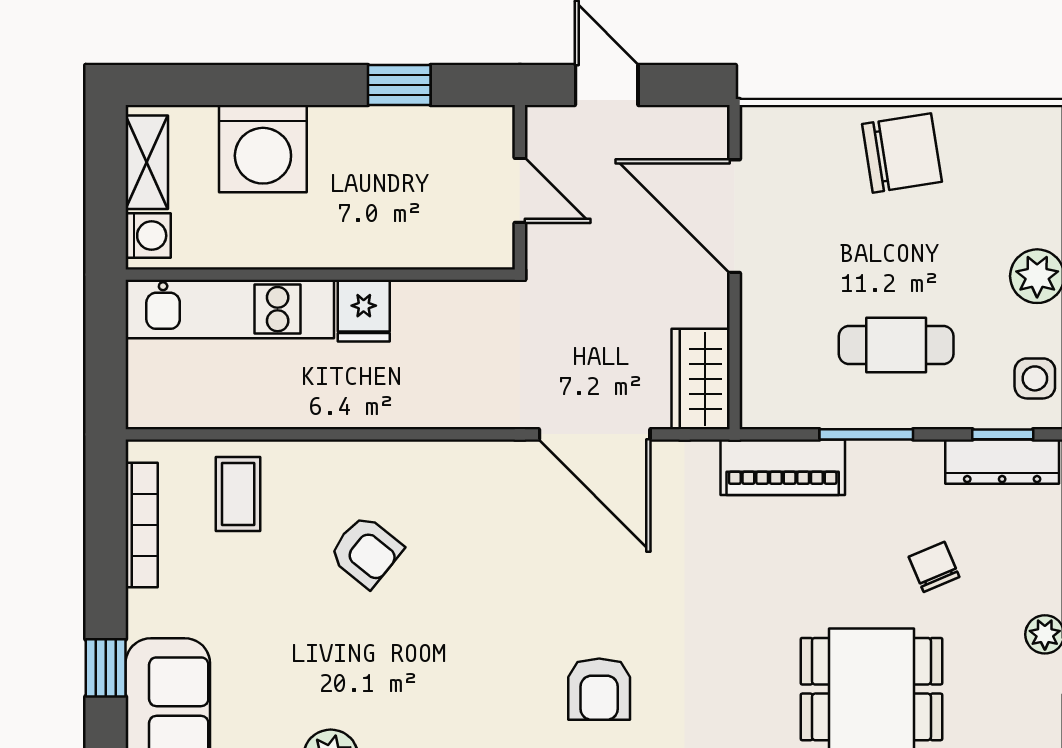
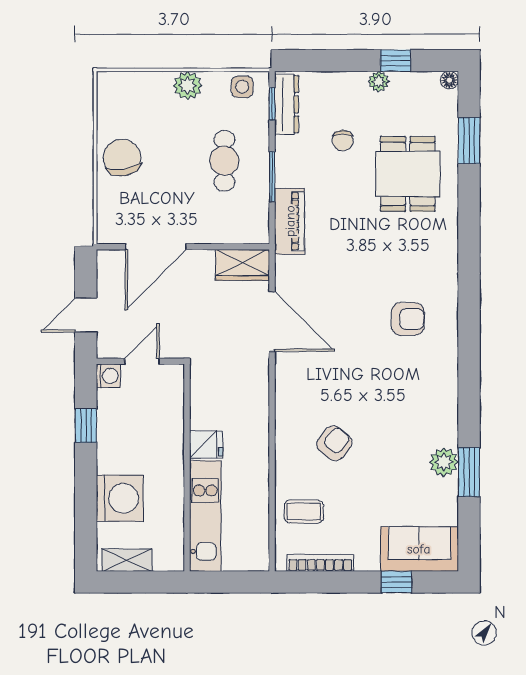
washing machine: (148, 236) -> (108, 376), moved, turned 90
door: (595, 434) -> (272, 321), hinge flipped
chair: (934, 567) -> (343, 141), turned -67

